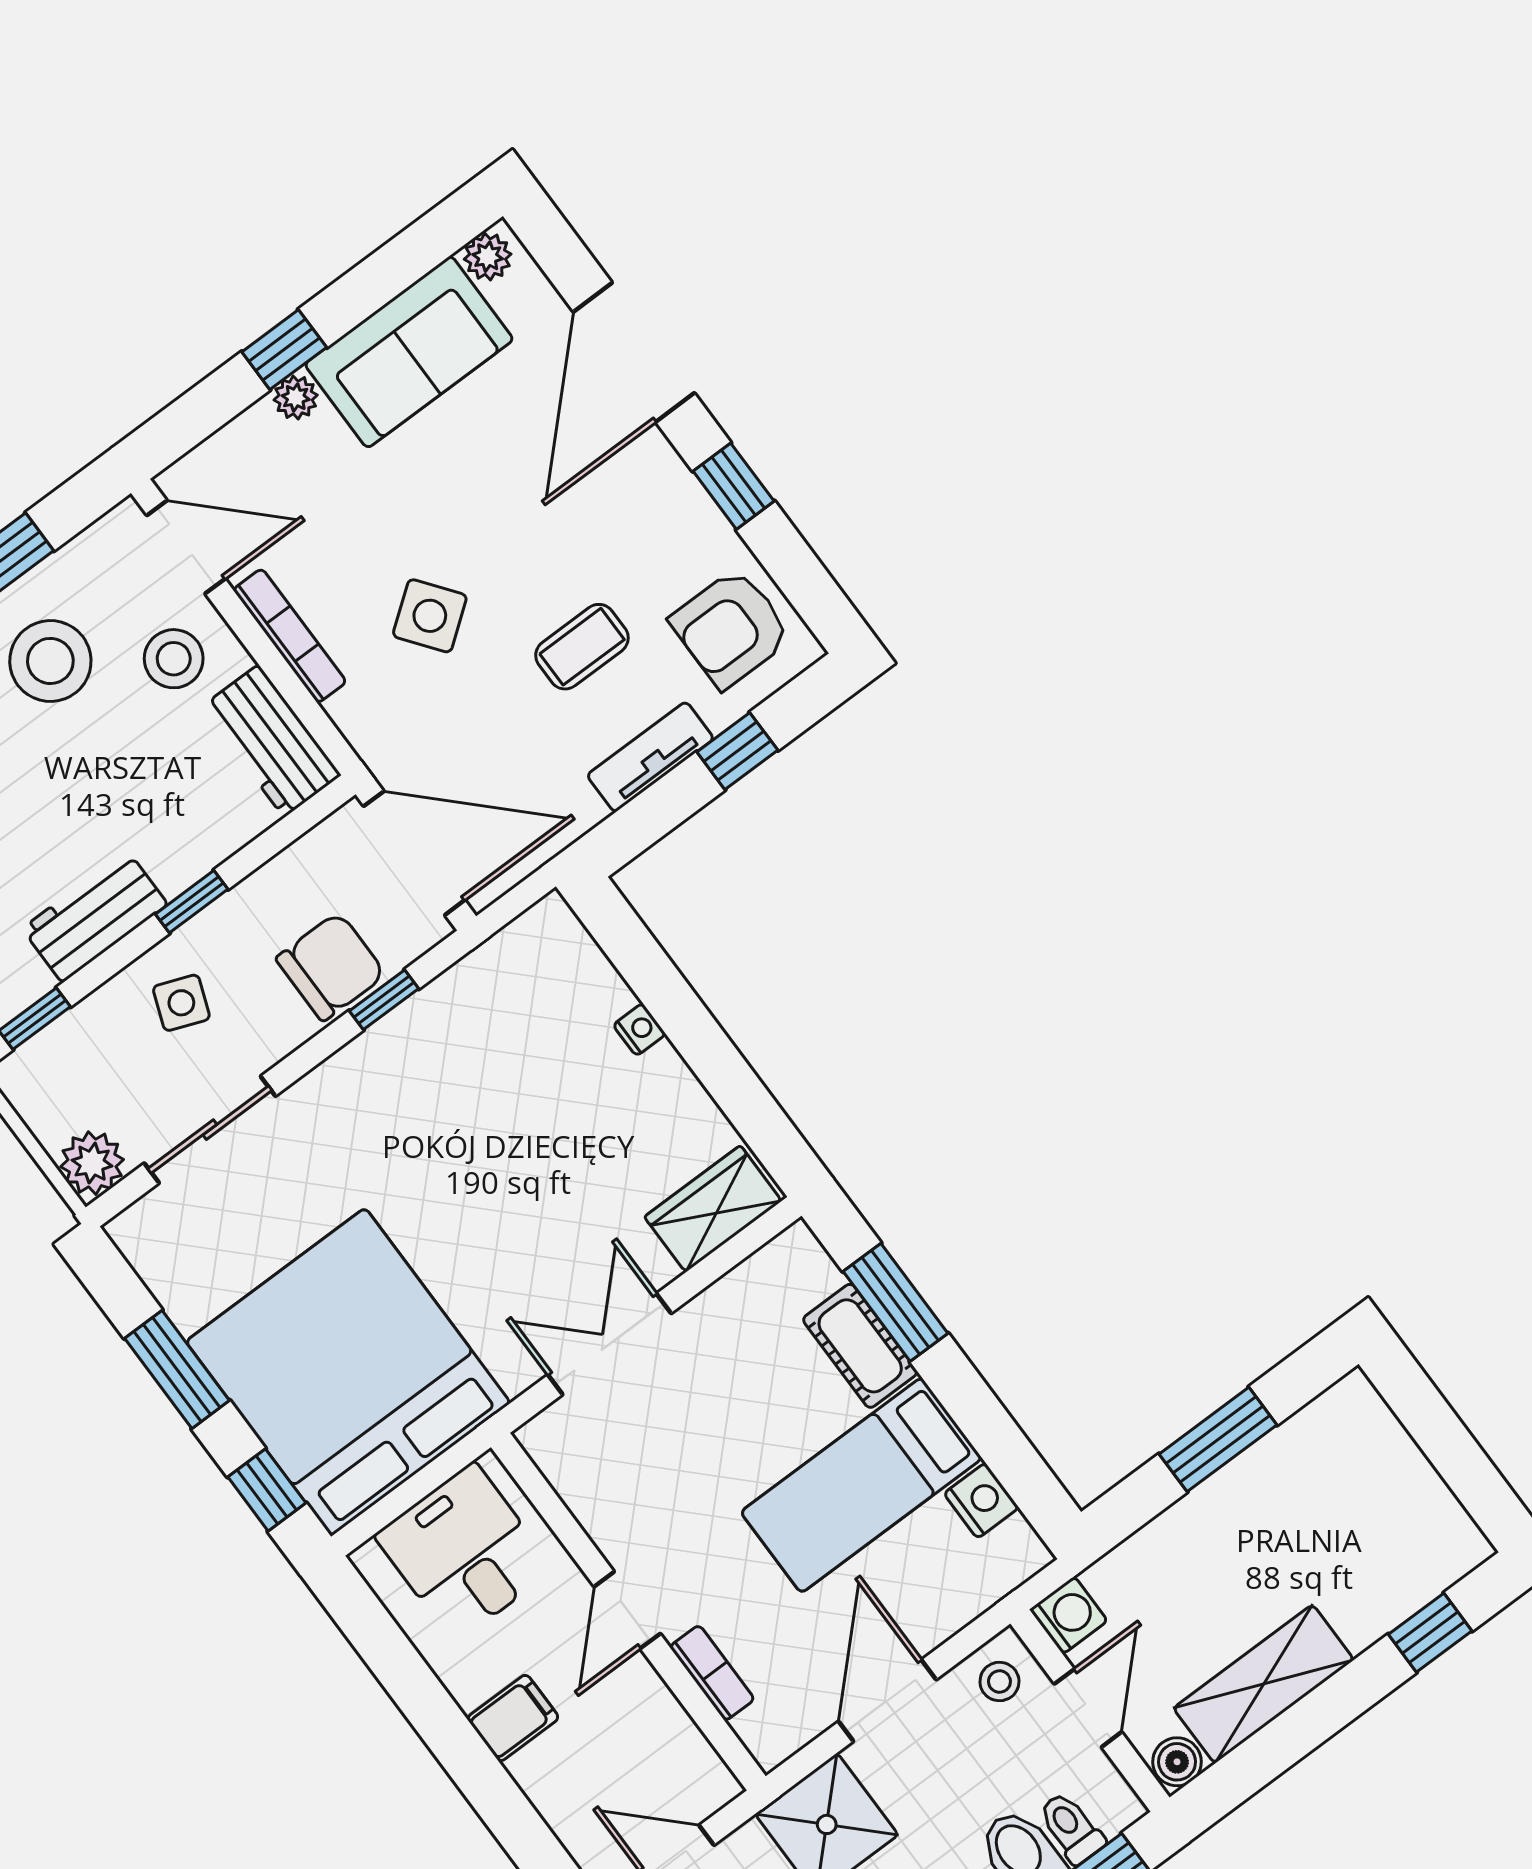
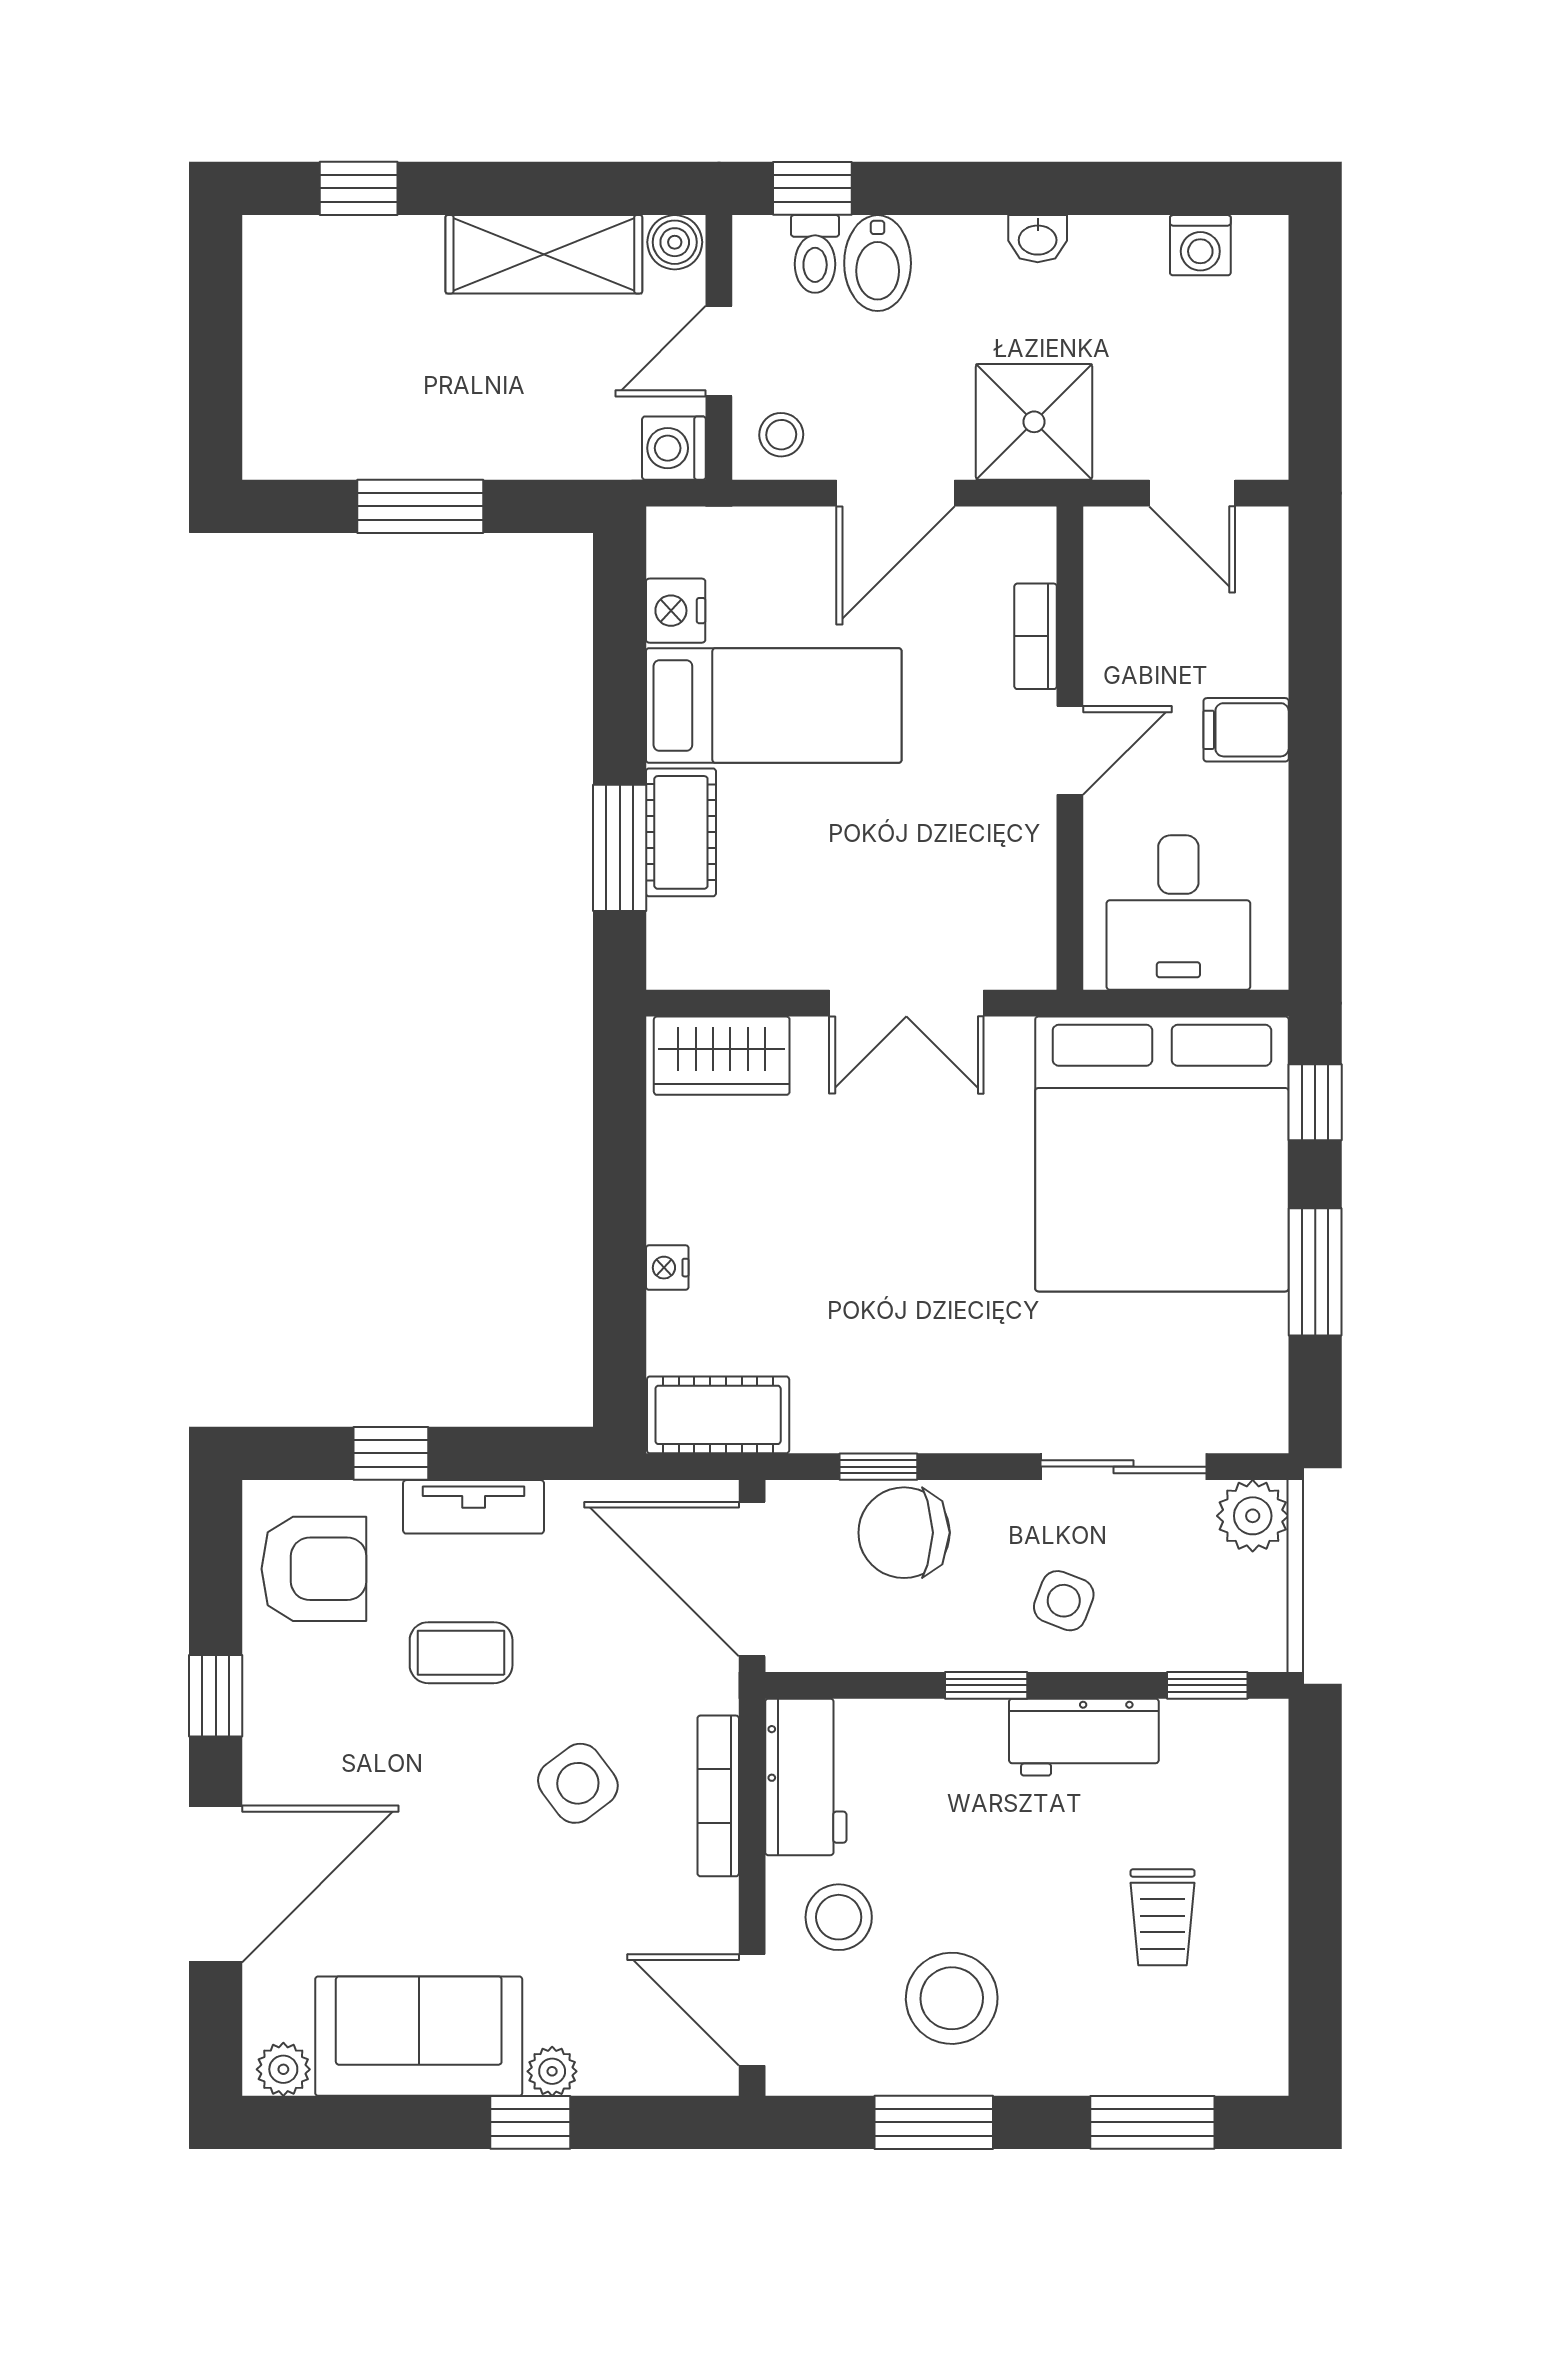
bookcase: (290, 636) -> (718, 1796), moved
cot: (525, 952) -> (718, 1415), added

